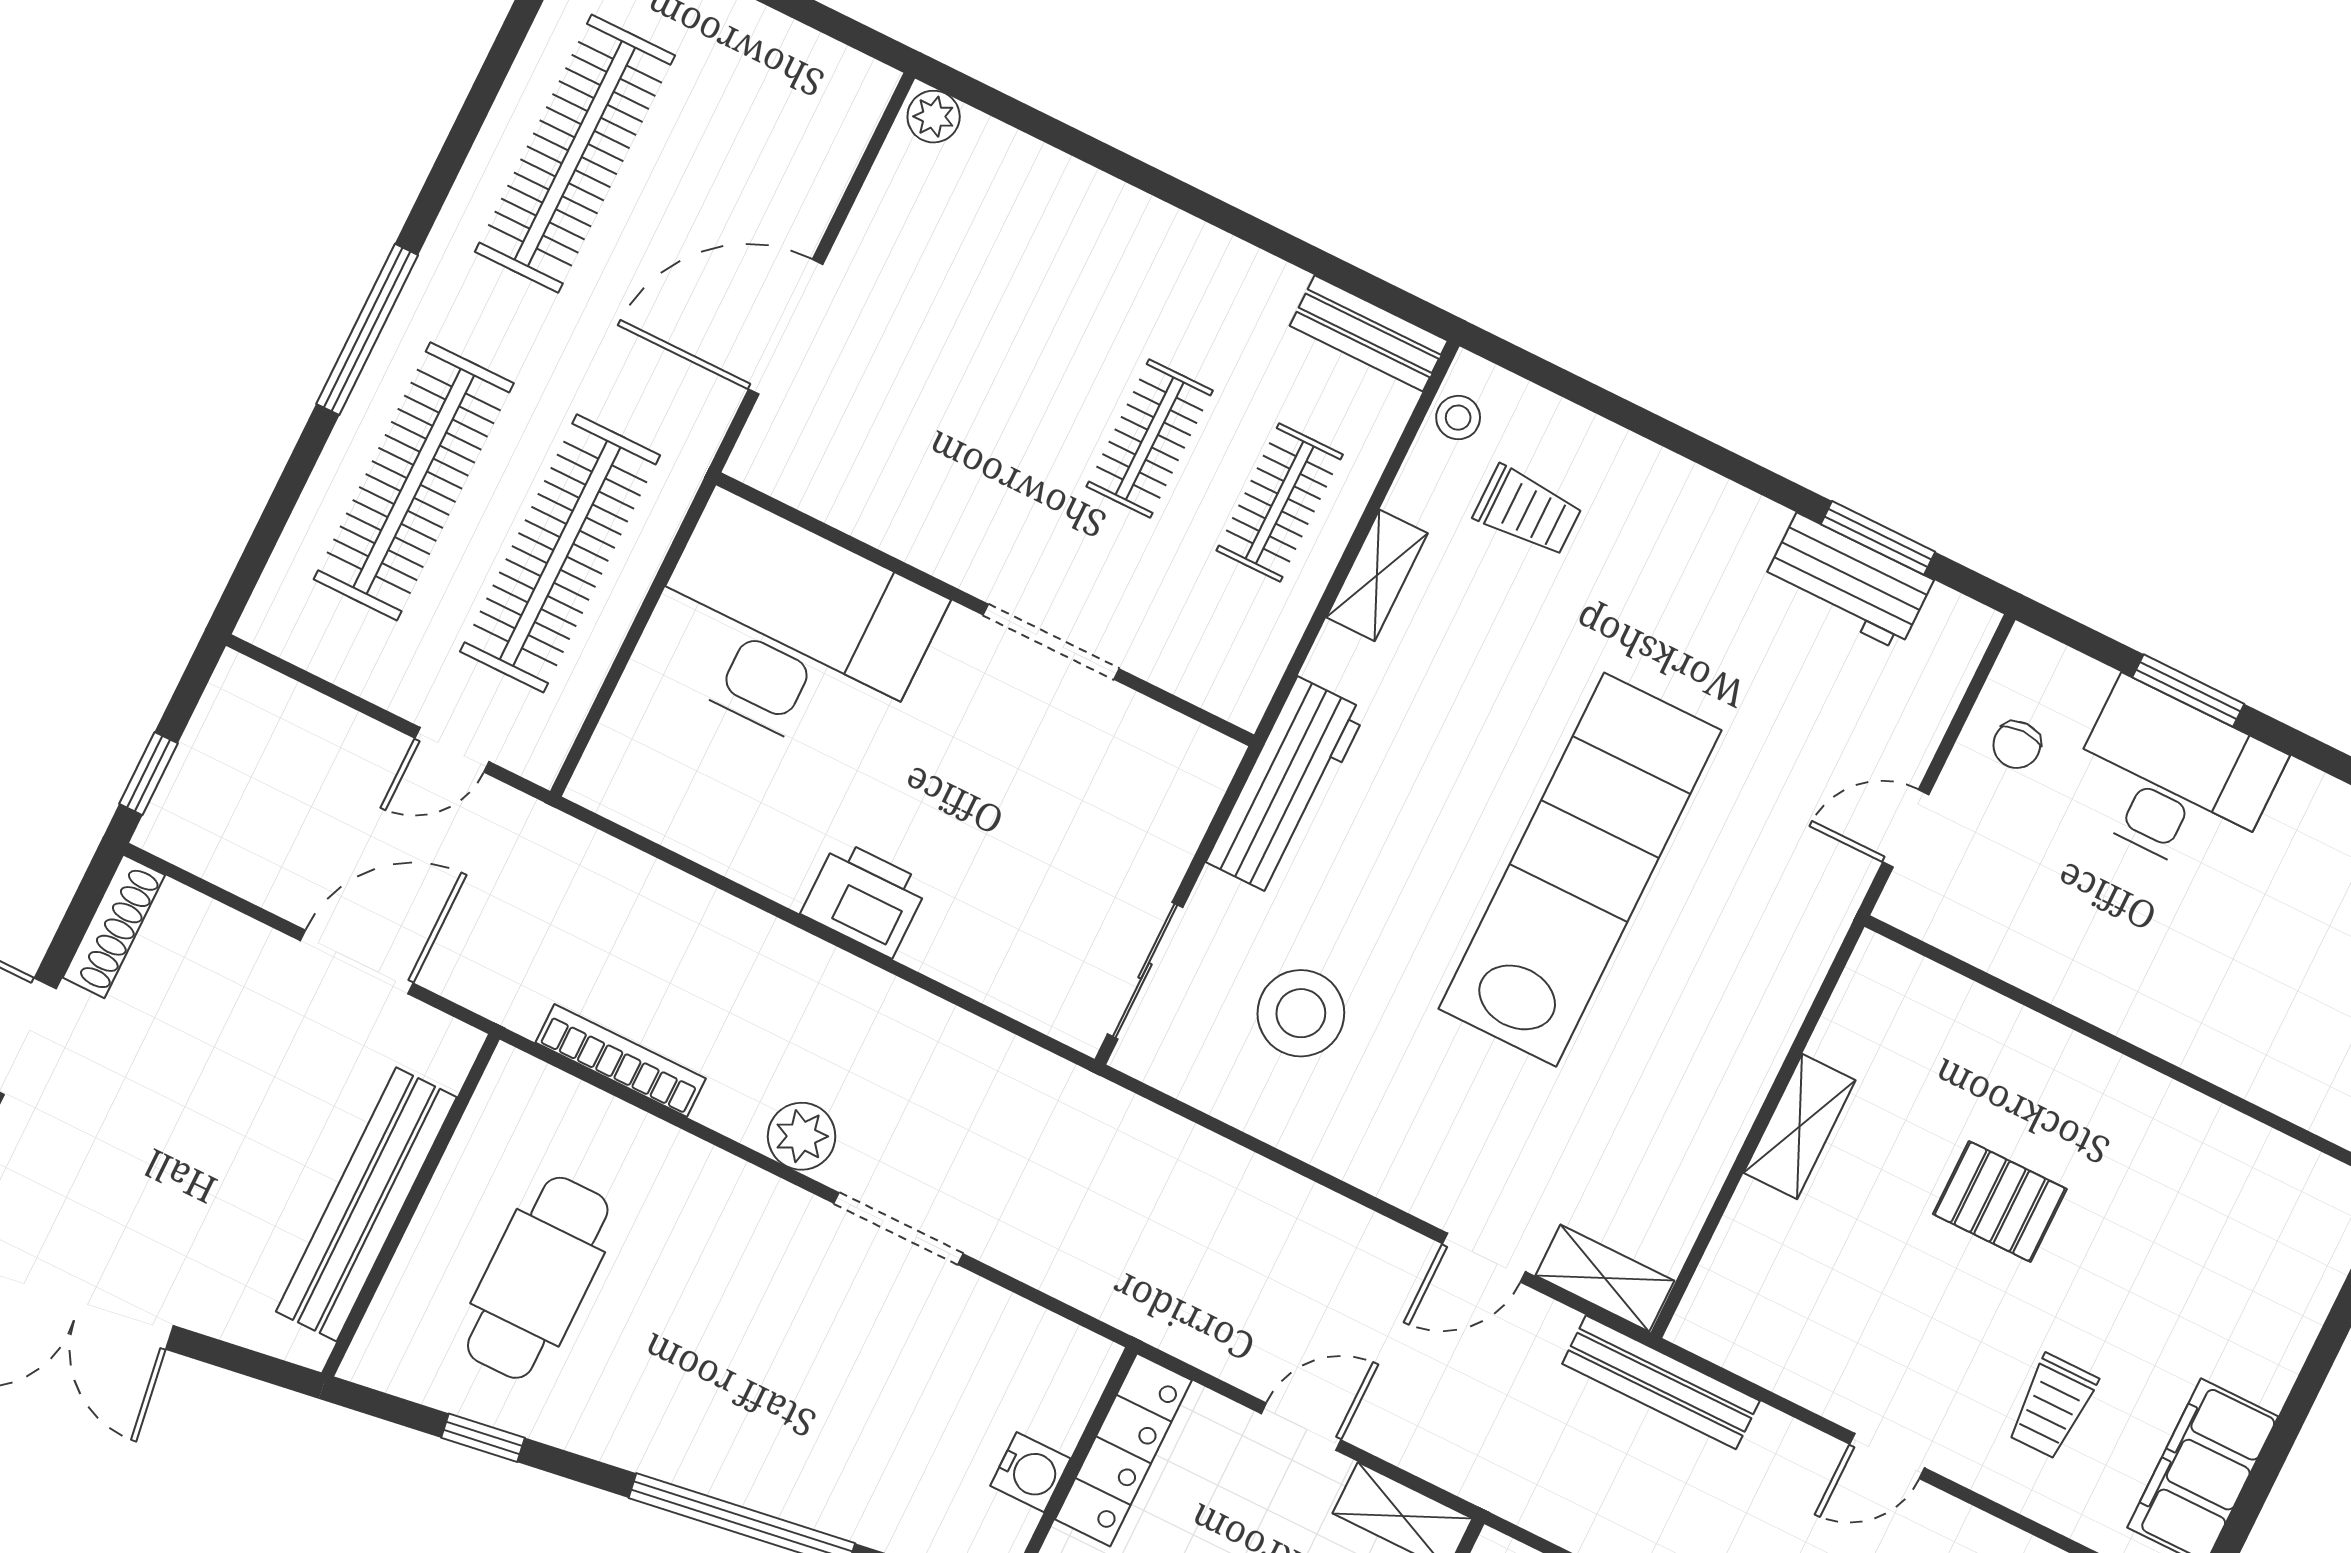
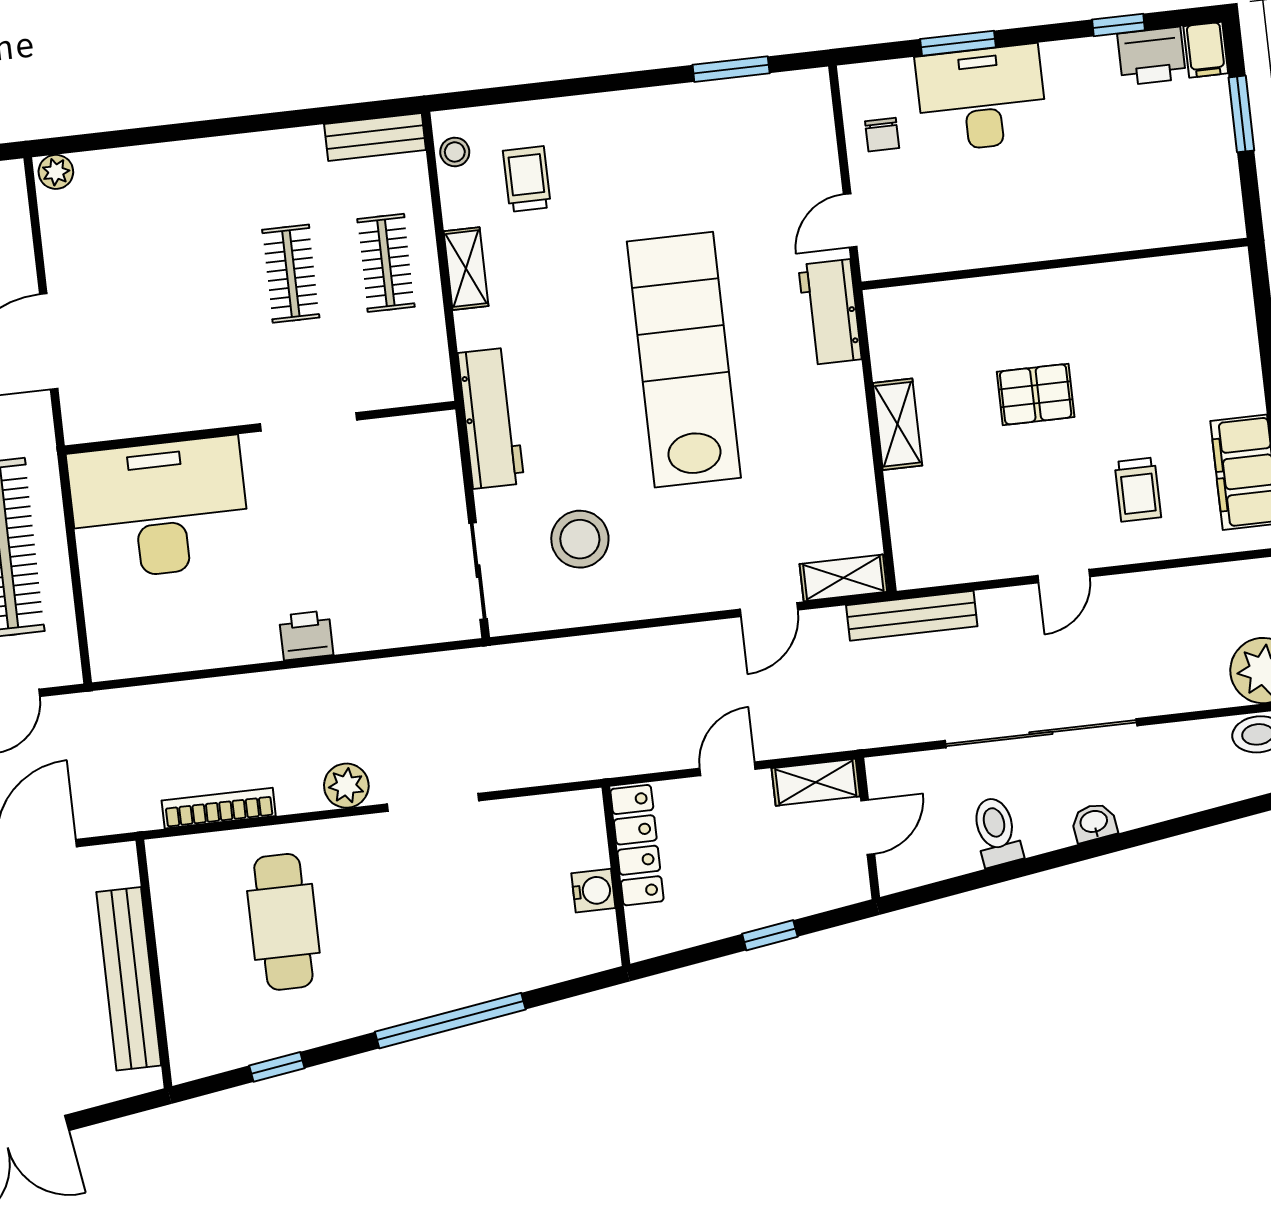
trolley: (1528, 511) -> (527, 179), turned -90
workbench: (1848, 582) -> (830, 312), moved, turned 90
printer: (865, 899) -> (306, 635), width x0.73, depth x0.81
cafe table: (538, 1278) -> (283, 922), moved

